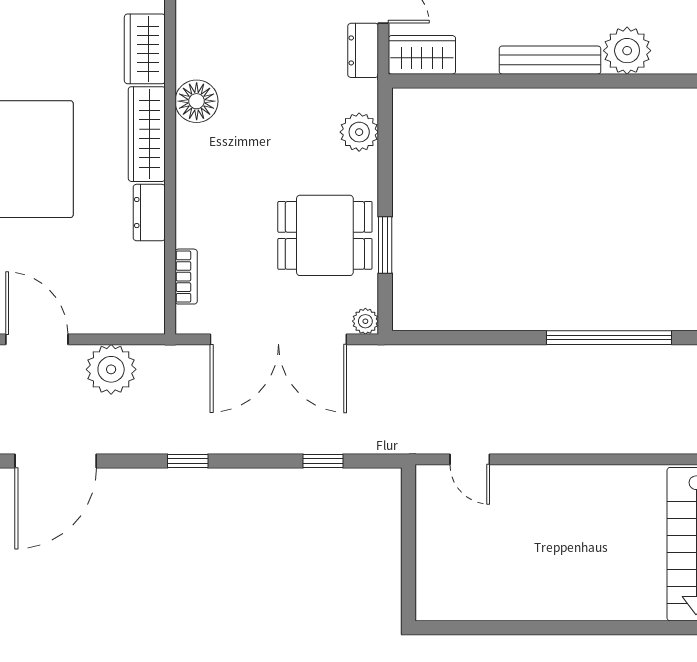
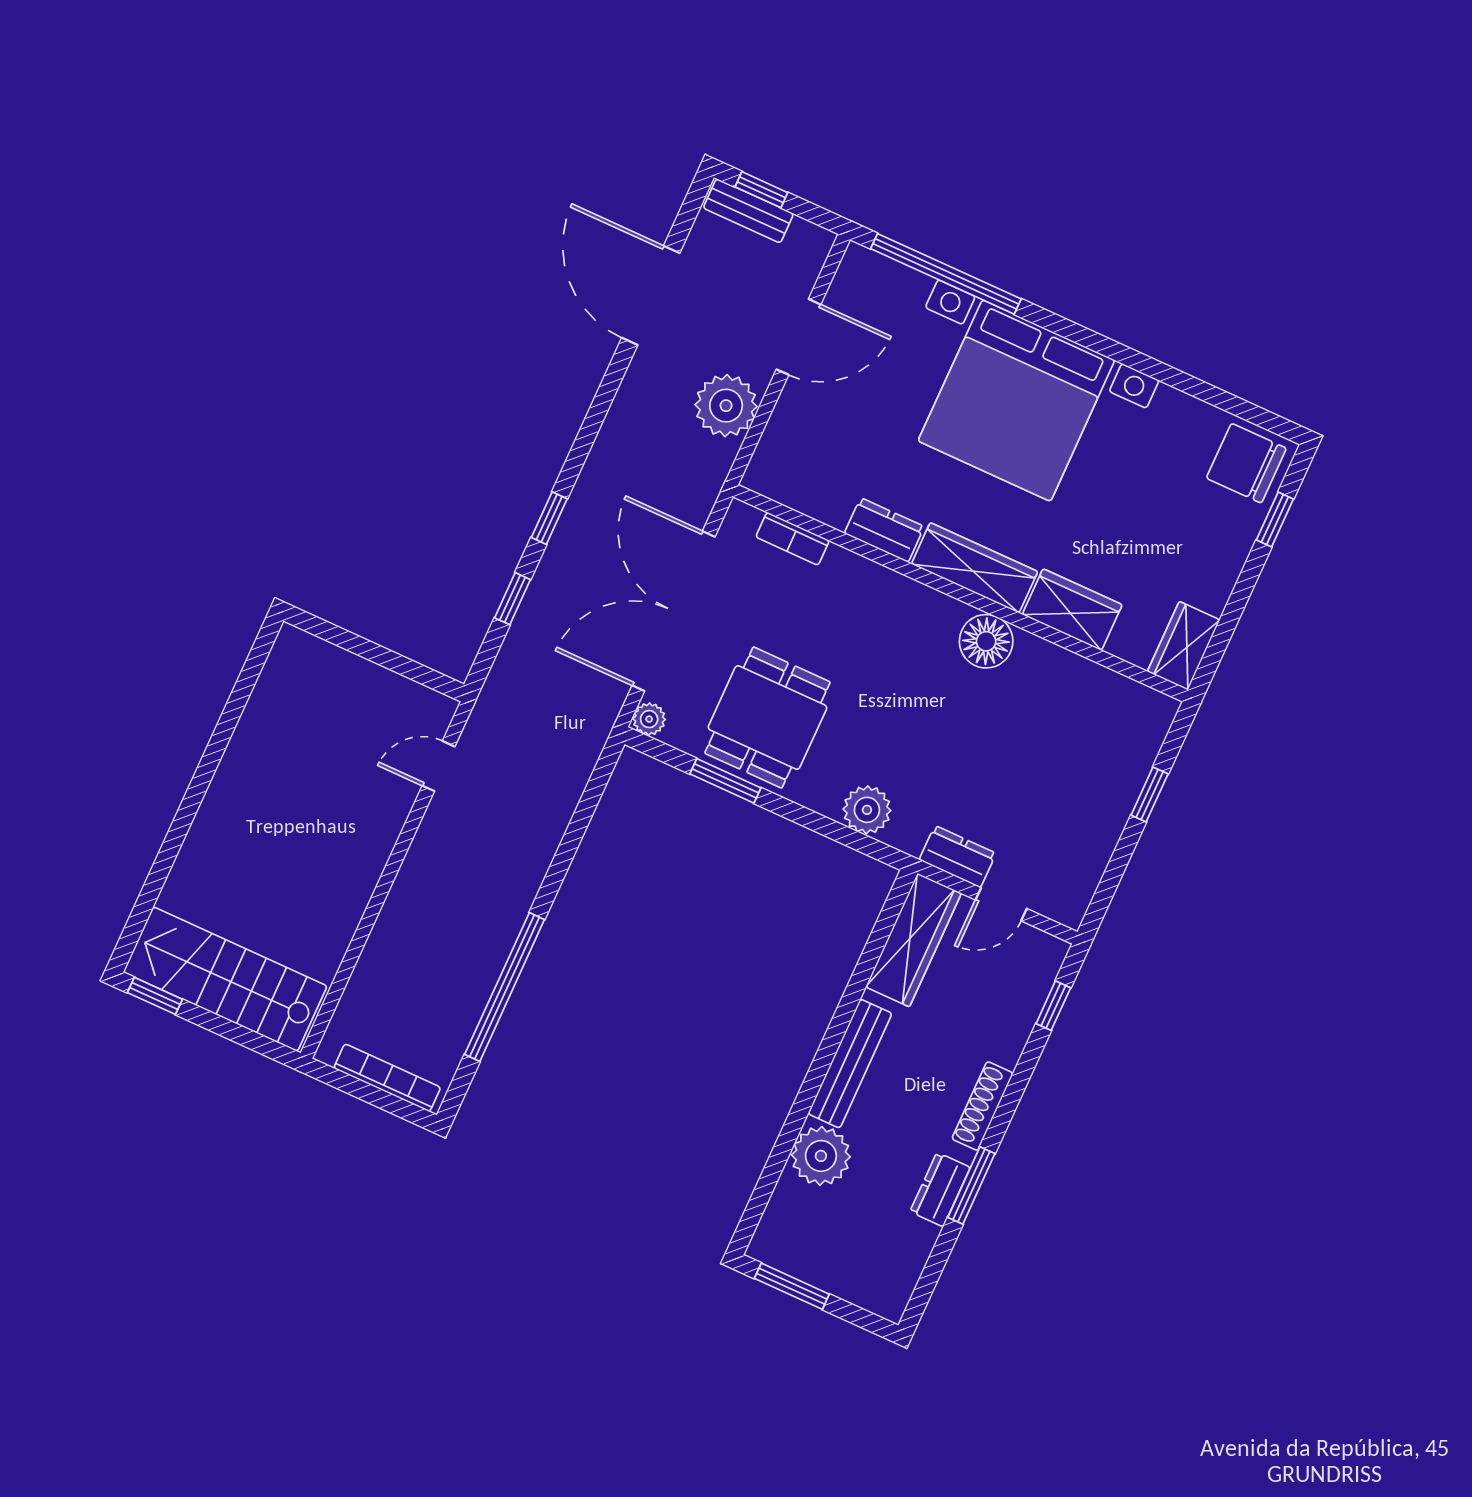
wardrobe: (422, 55) -> (913, 940), width x1.50
window: (188, 461) -> (549, 518), moved

